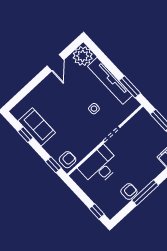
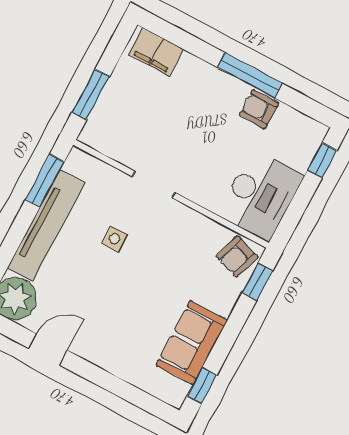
window: (25, 135) -> (202, 386), moved
armchair: (68, 160) -> (237, 257), turned -72
desk: (99, 166) -> (260, 195), moved, turned -90

